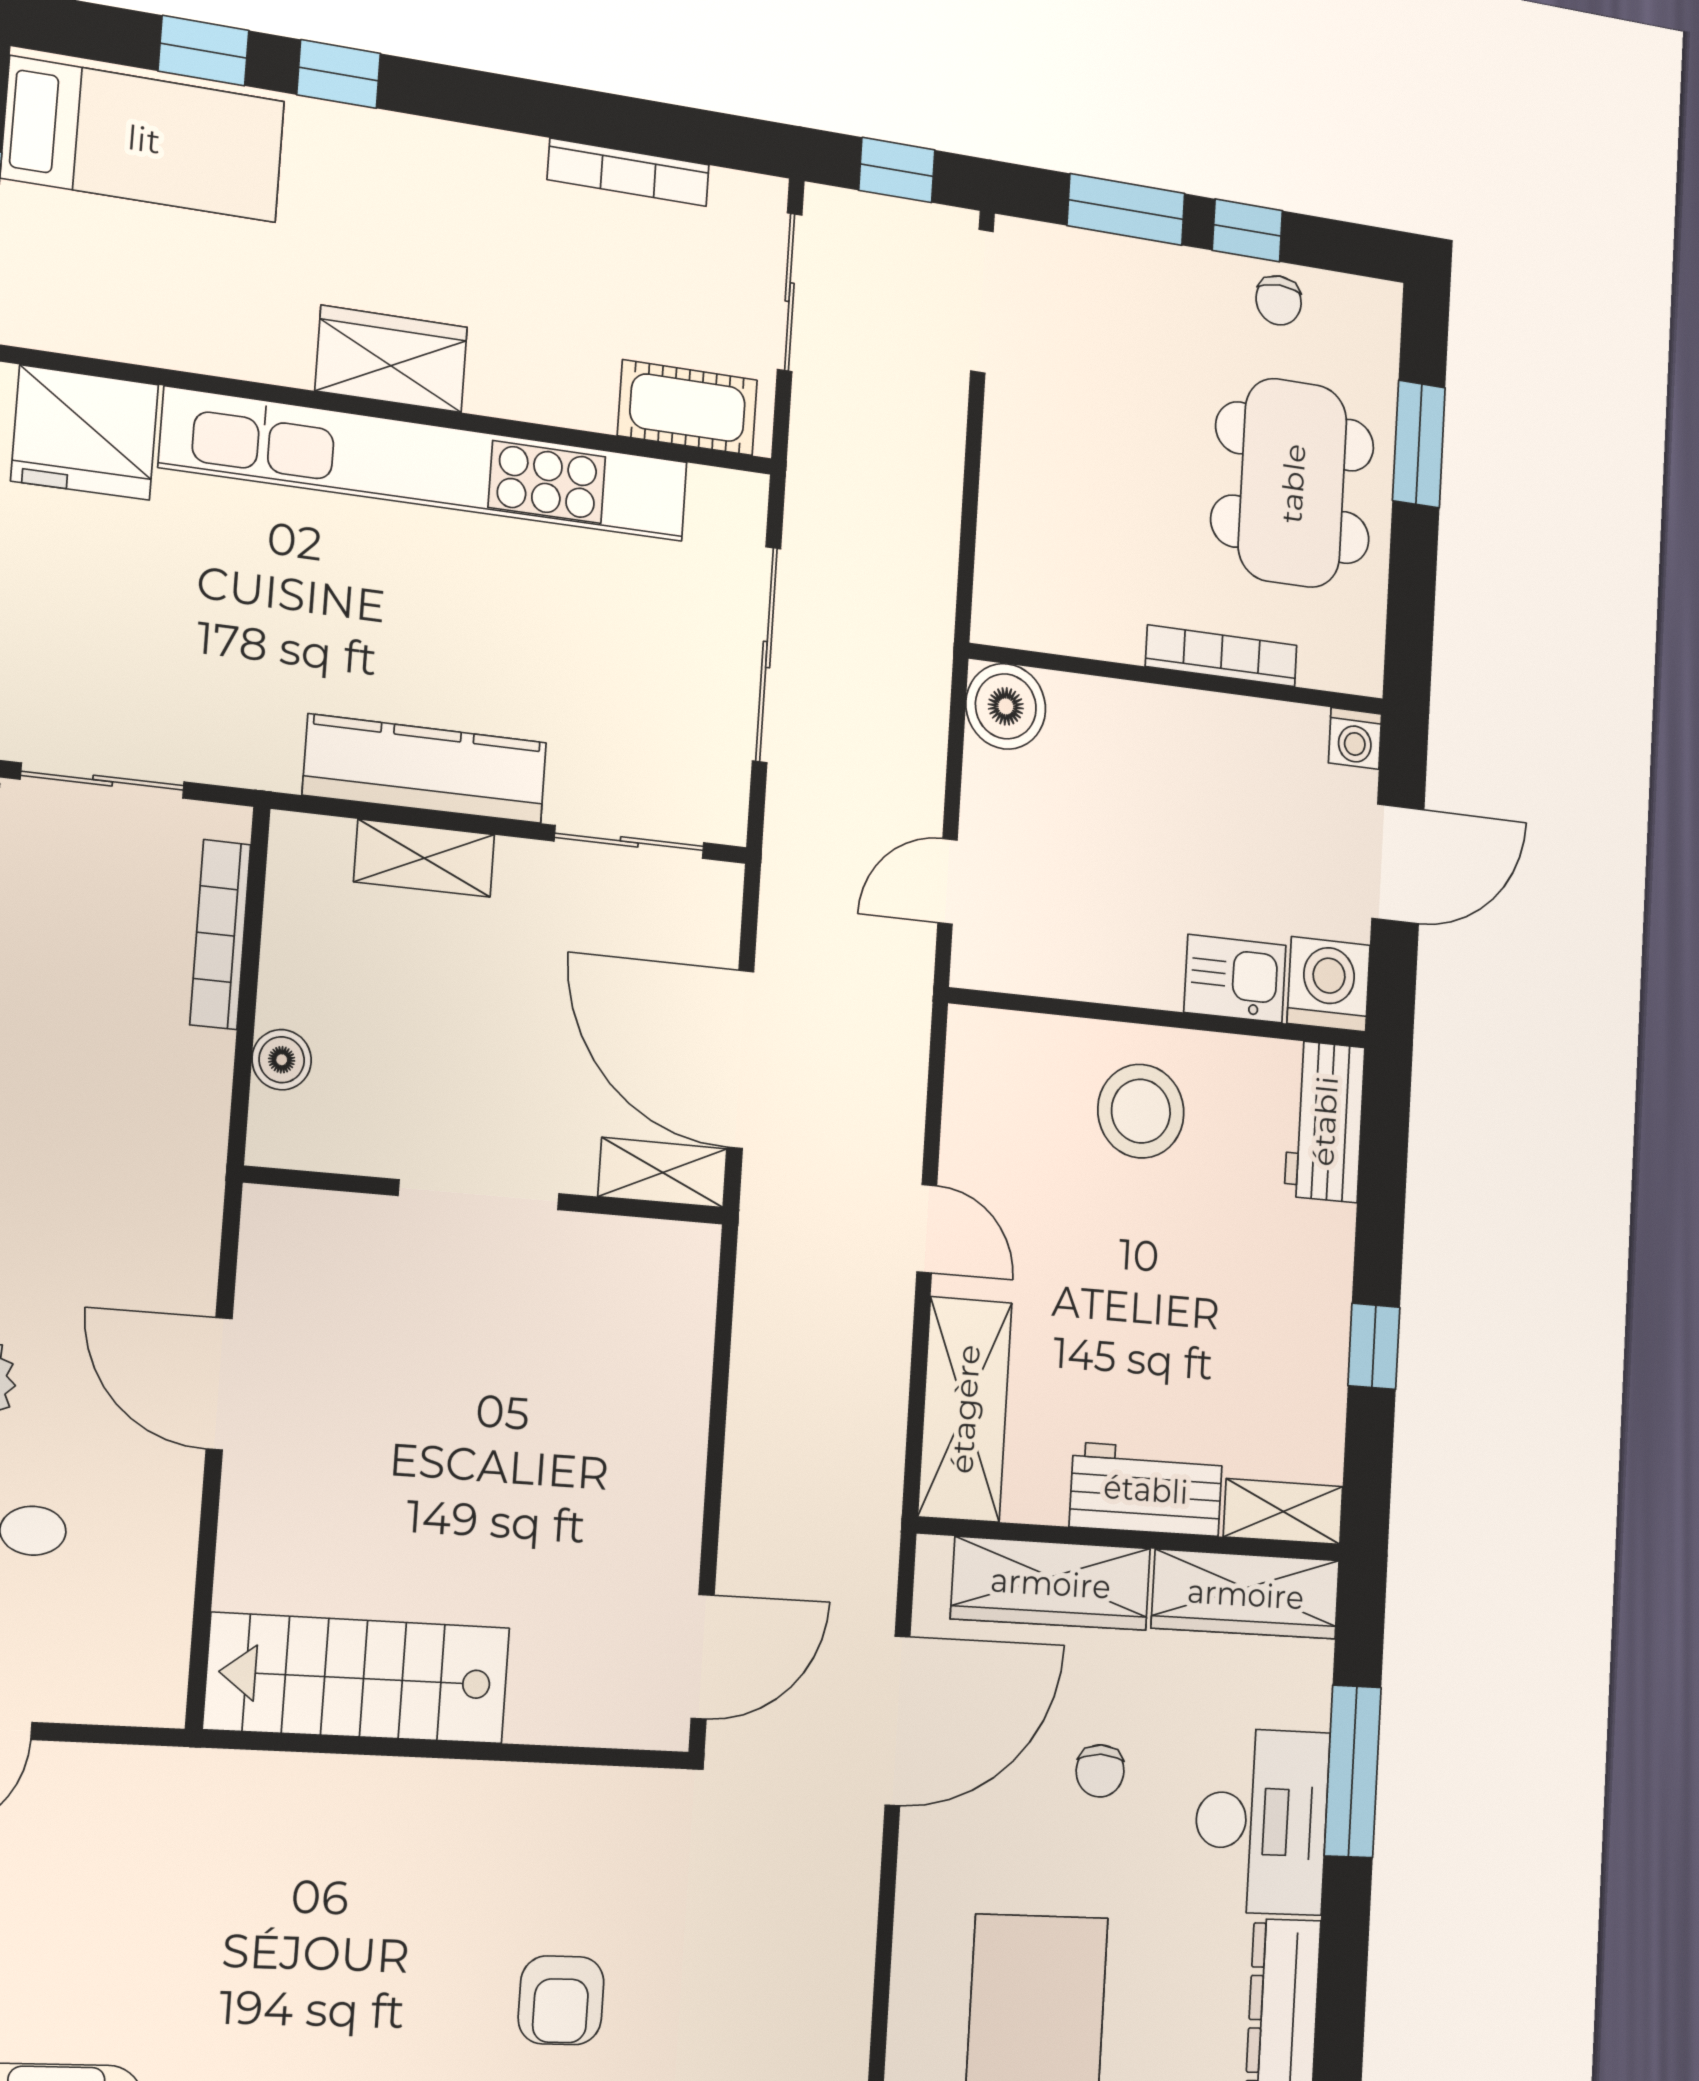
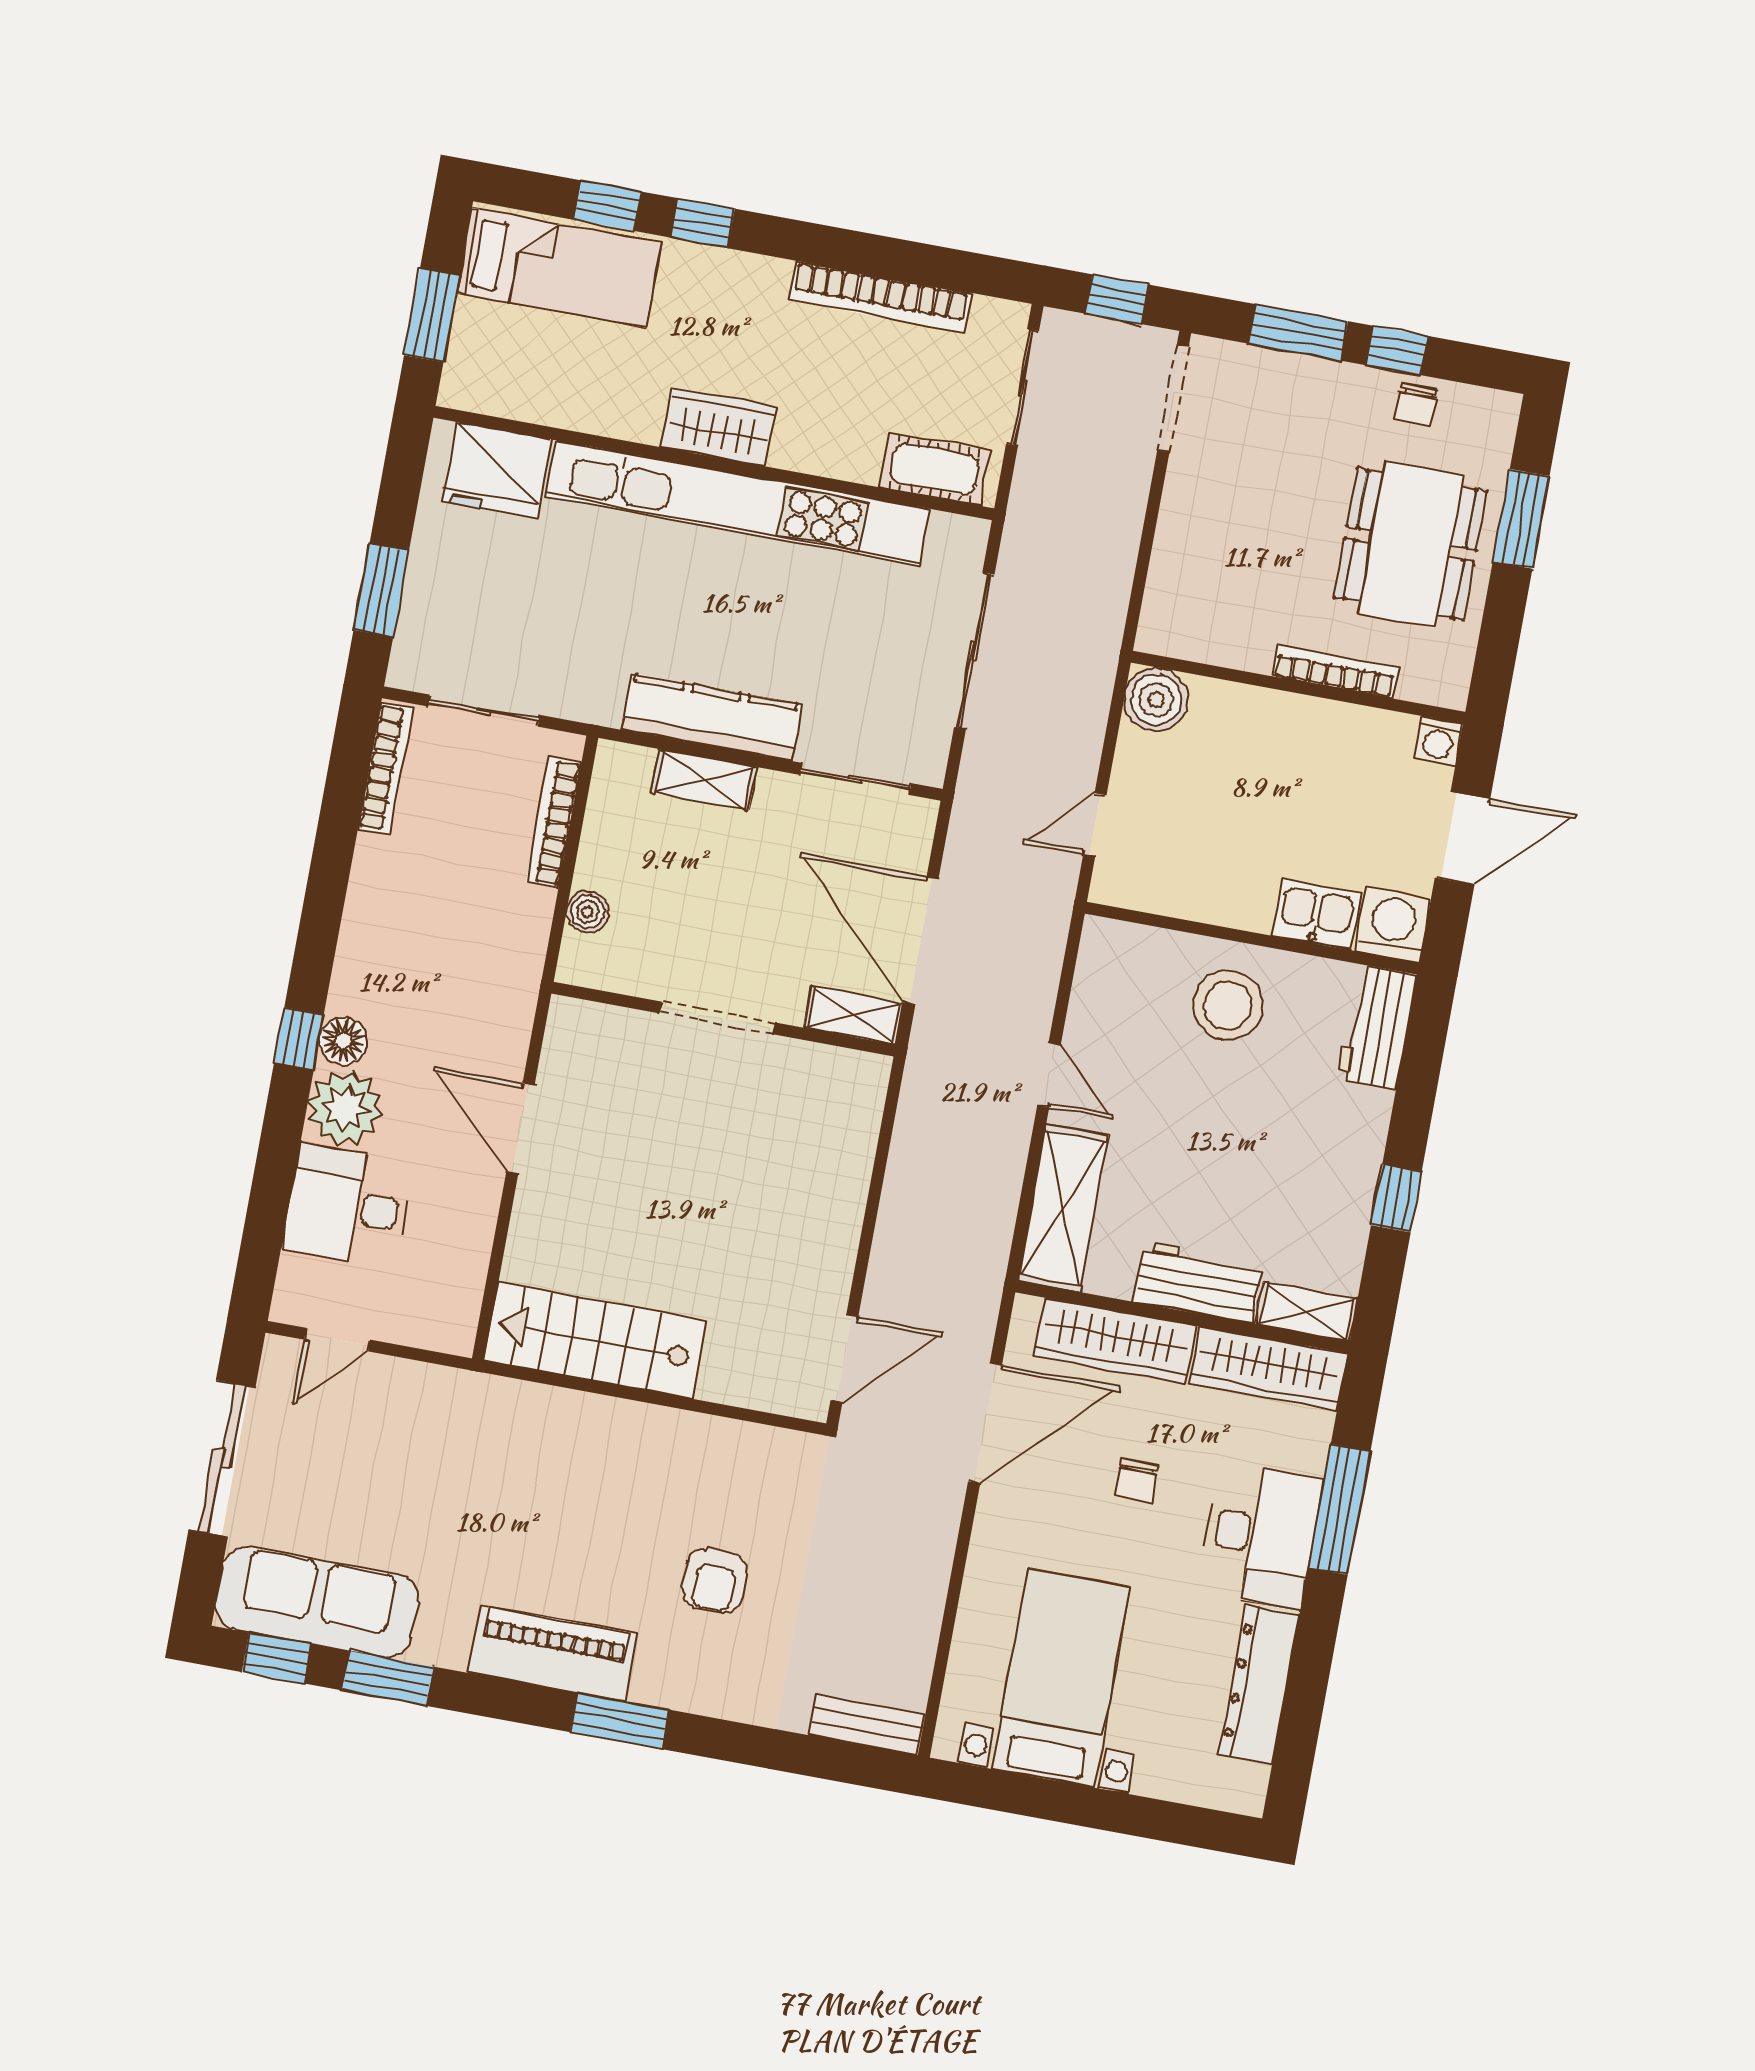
bookcase: (628, 172) -> (880, 297), width x1.48, depth x1.31

